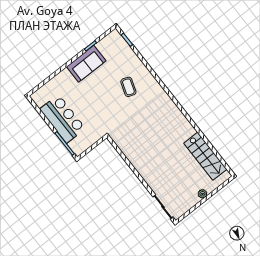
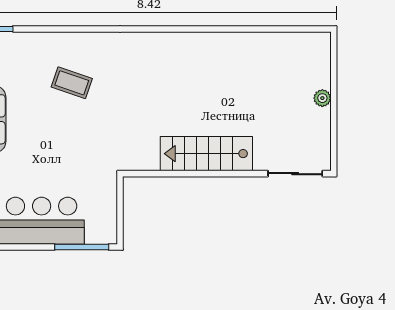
stairs: (205, 156) -> (206, 154), moved, turned 180

